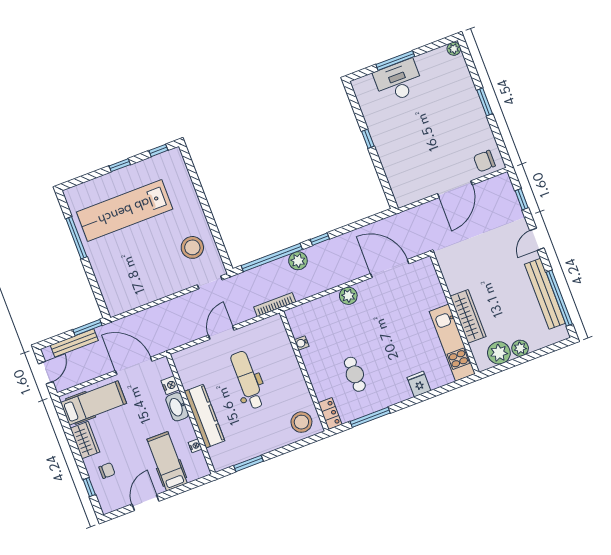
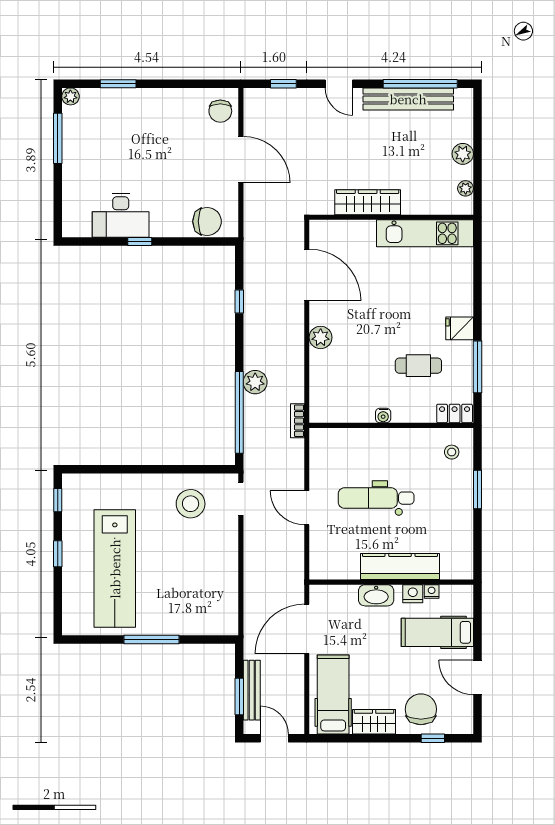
window: (395, 60) -> (58, 138), moved
desk: (398, 81) -> (121, 215), moved, turned -90
window: (485, 102) -> (118, 84), moved
chair: (401, 182) -> (207, 221), added
window: (76, 238) -> (151, 639), moved
window: (320, 239) -> (239, 301), moved
door: (390, 269) -> (307, 275), swing flipped
bookcase: (275, 305) -> (297, 421), width x0.64
wardrobe: (468, 316) -> (368, 202), moved
window: (87, 328) -> (239, 696), moved
water cooler: (302, 343) -> (383, 415), moved
plant: (499, 353) -> (466, 188), width x0.53, depth x0.53
fridge: (419, 384) -> (460, 328), moved
nightstand: (170, 385) -> (413, 594), moved
stool: (301, 422) -> (452, 452), width x0.53, depth x0.53
window: (249, 463) -> (477, 490), moved
chair: (107, 470) -> (421, 709), width x1.87, depth x1.87

